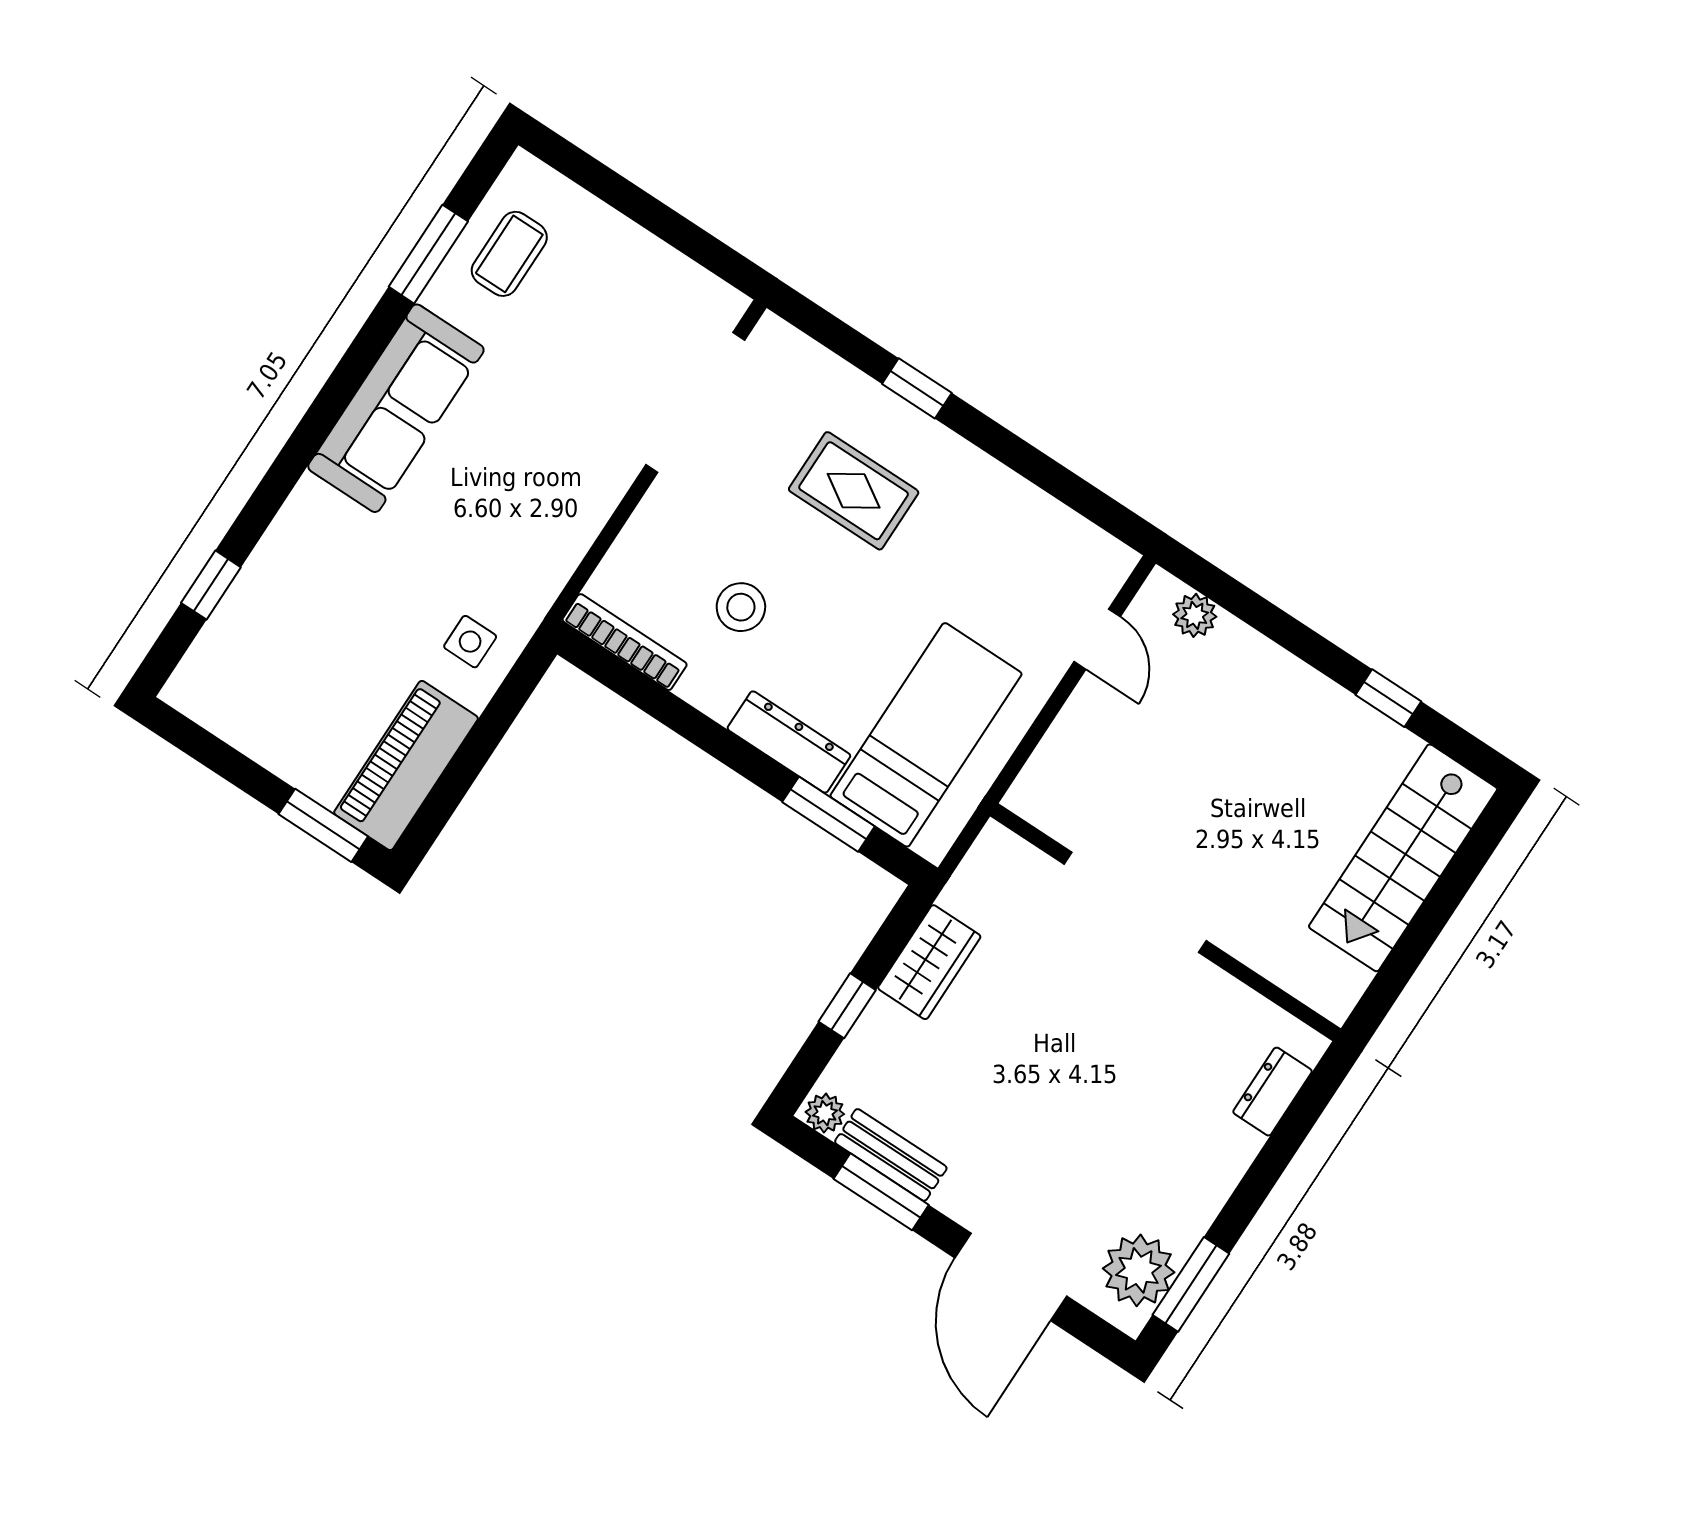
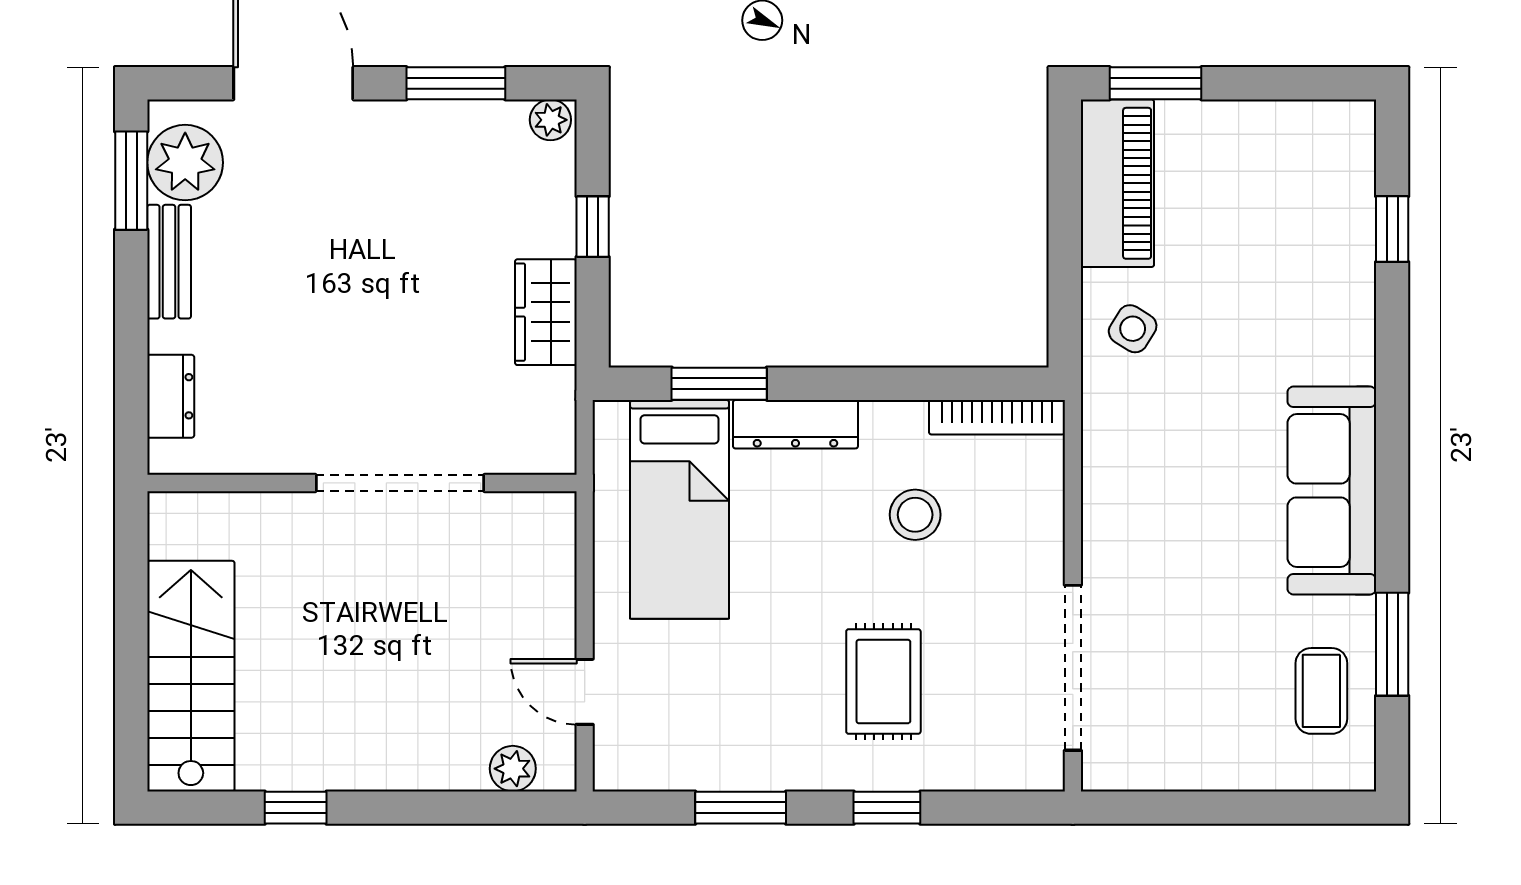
window: (1033, 465) -> (741, 808), added
rug: (854, 491) -> (883, 682), turned 90
side table: (470, 642) -> (1133, 329), turned 32
bench: (891, 1155) -> (169, 262), moved, turned 90

